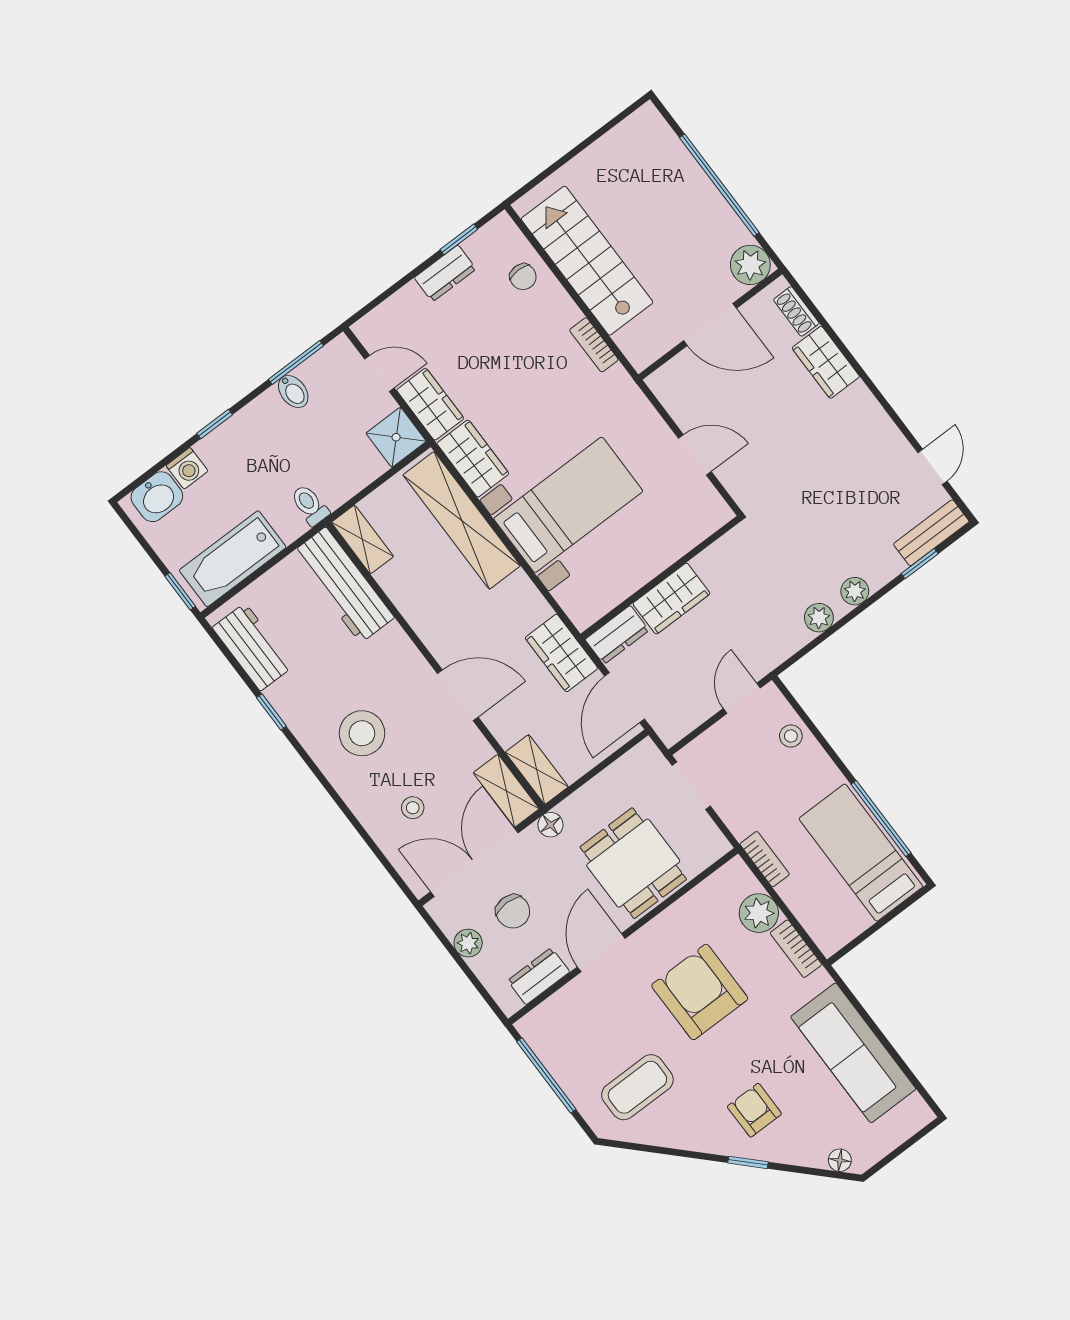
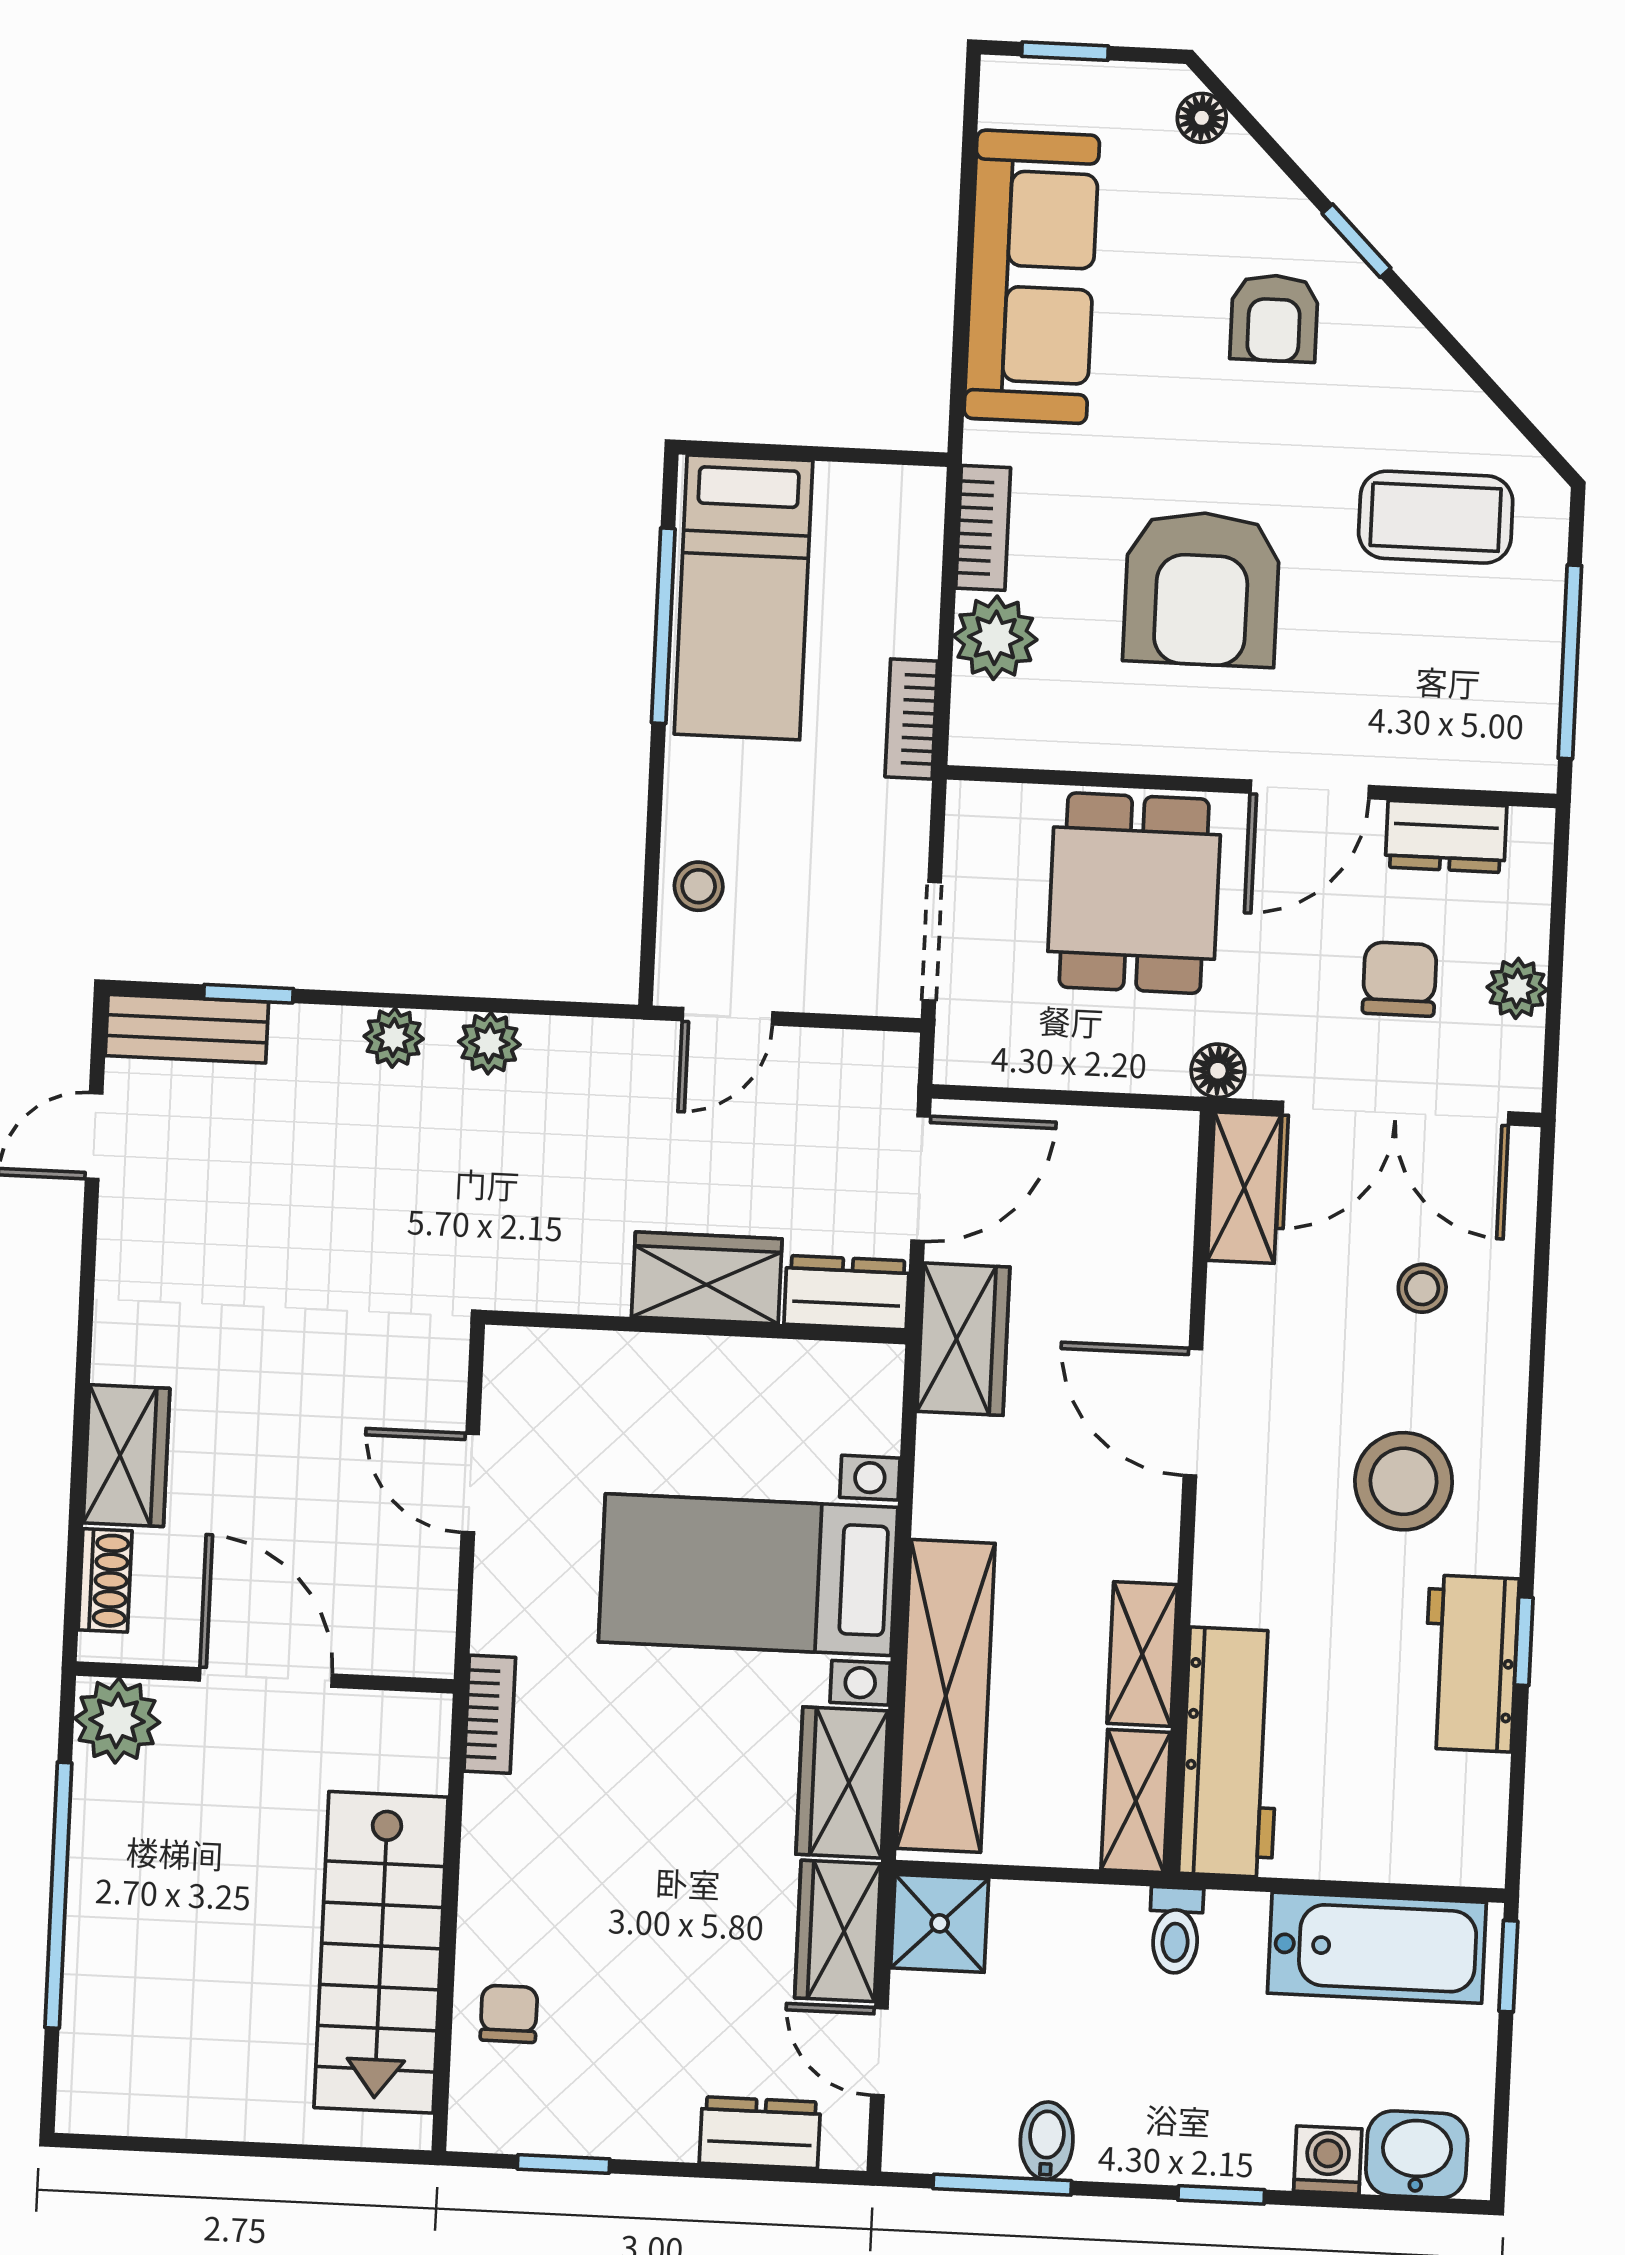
dresser: (445, 273) -> (760, 2133), moved
bookcase: (594, 345) -> (490, 1714), moved
workbench: (253, 647) -> (1471, 1663), moved
shelving: (537, 770) -> (1142, 1654), moved
window: (909, 1143) -> (1065, 51), added

